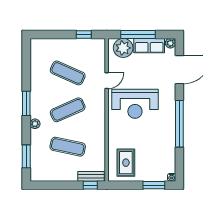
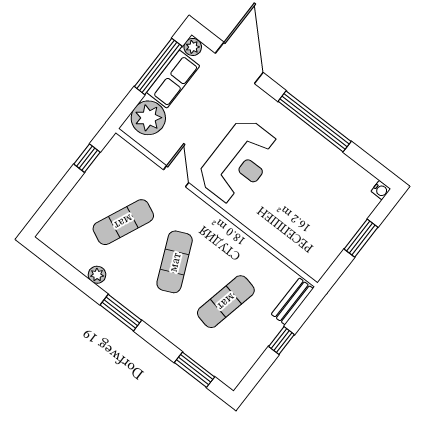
window: (138, 35) -> (158, 66), moved
plant: (35, 124) -> (97, 275), moved
rug: (126, 163) -> (311, 238), removed
window: (90, 185) -> (281, 341), moved
window: (154, 185) -> (361, 238), moved

